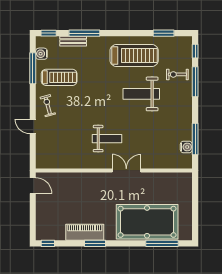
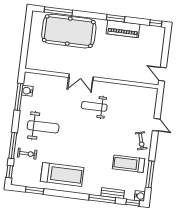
water cooler: (41, 54) -> (140, 196), moved
treadmill: (134, 56) -> (62, 174), turned 180
weight bench: (141, 94) -> (43, 127), moved

